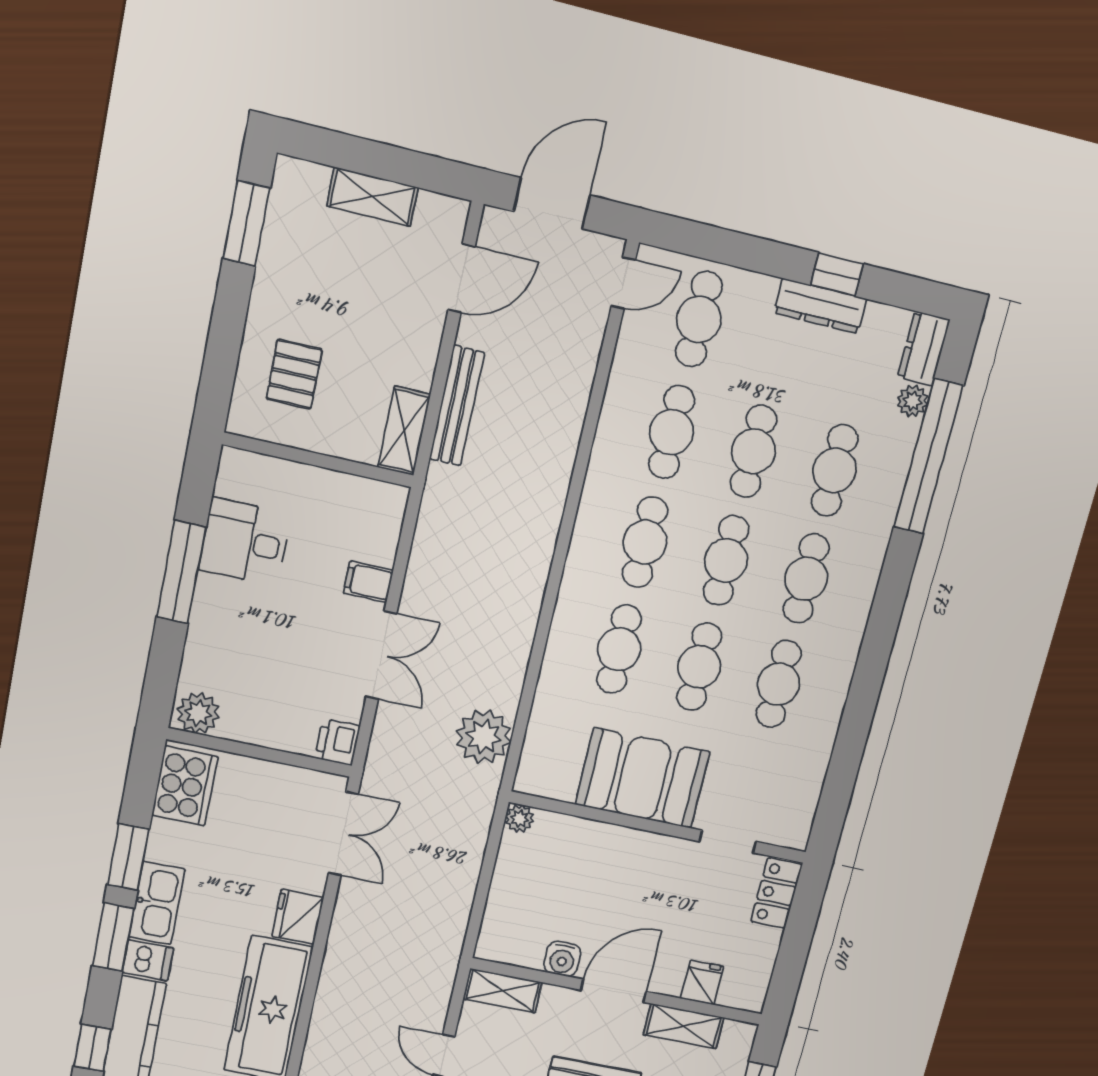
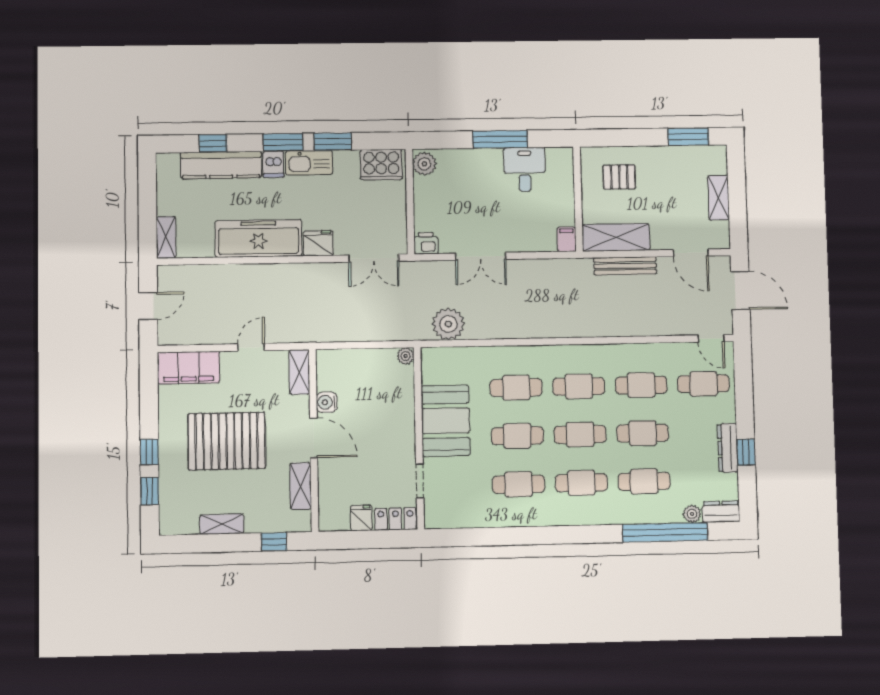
shelving: (404, 431) -> (616, 237), width x1.50, depth x1.33
filing cabinet: (368, 582) -> (567, 239), moved
fridge: (702, 982) -> (361, 518), moved, turned -90

